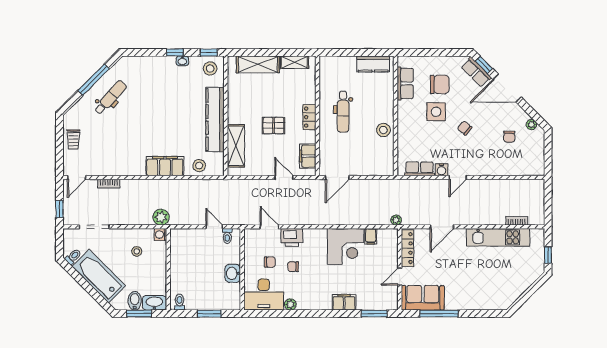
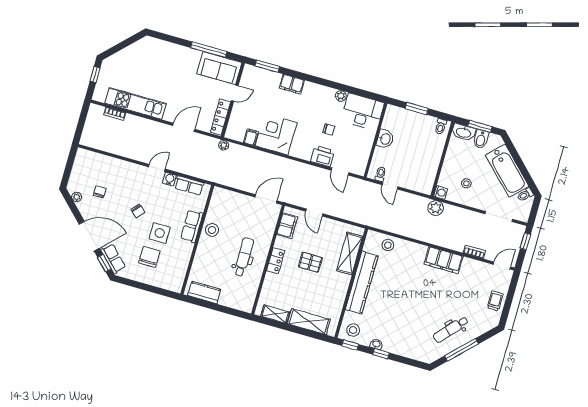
row of seats: (405, 83) -> (192, 226), moved
chair: (440, 84) -> (149, 257), turned 90
filing cabinet: (165, 166) -> (444, 260), moved
chair: (270, 262) -> (349, 140), removed

